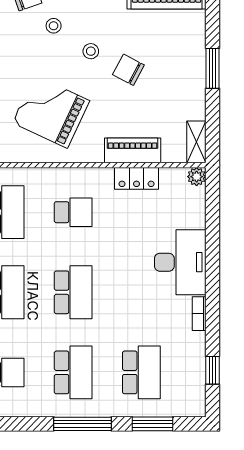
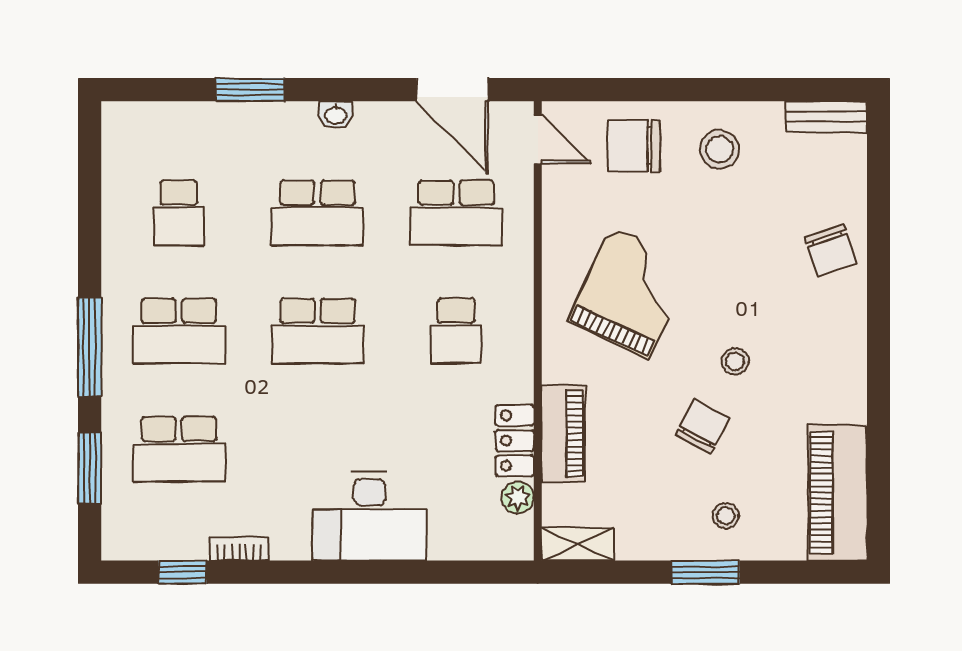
stool: (54, 26) -> (726, 516), moved
plant: (197, 177) -> (518, 498), moved
bookcase: (199, 314) -> (239, 549), moved

